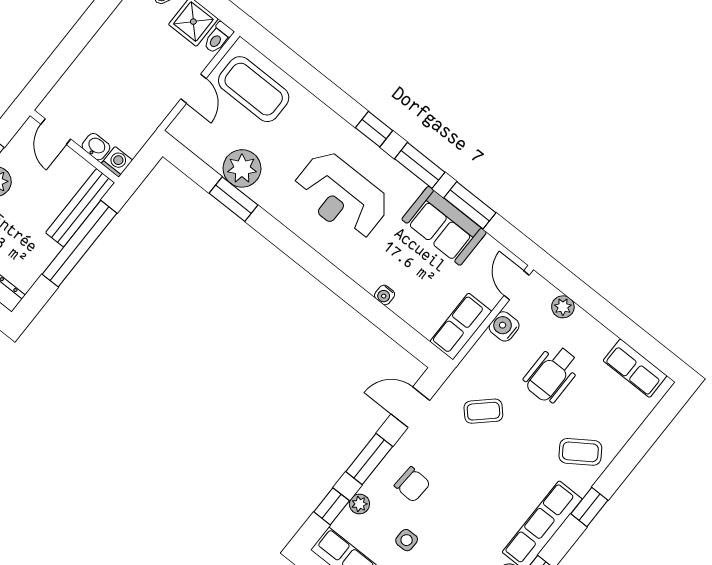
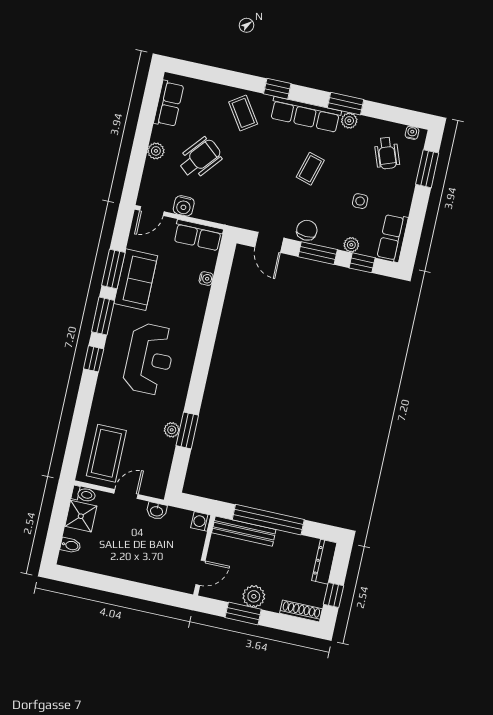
washbasin: (96, 147) -> (157, 511), moved, turned -90
plant: (242, 168) -> (172, 430), width x0.53, depth x0.53
water cooler: (385, 295) -> (206, 279), moved
plant: (563, 307) -> (156, 151), moved
wheelchair: (552, 374) -> (200, 158), turned -50
coffee table: (483, 411) -> (310, 169), moved, turned 59
chair: (412, 484) -> (307, 230), moved

